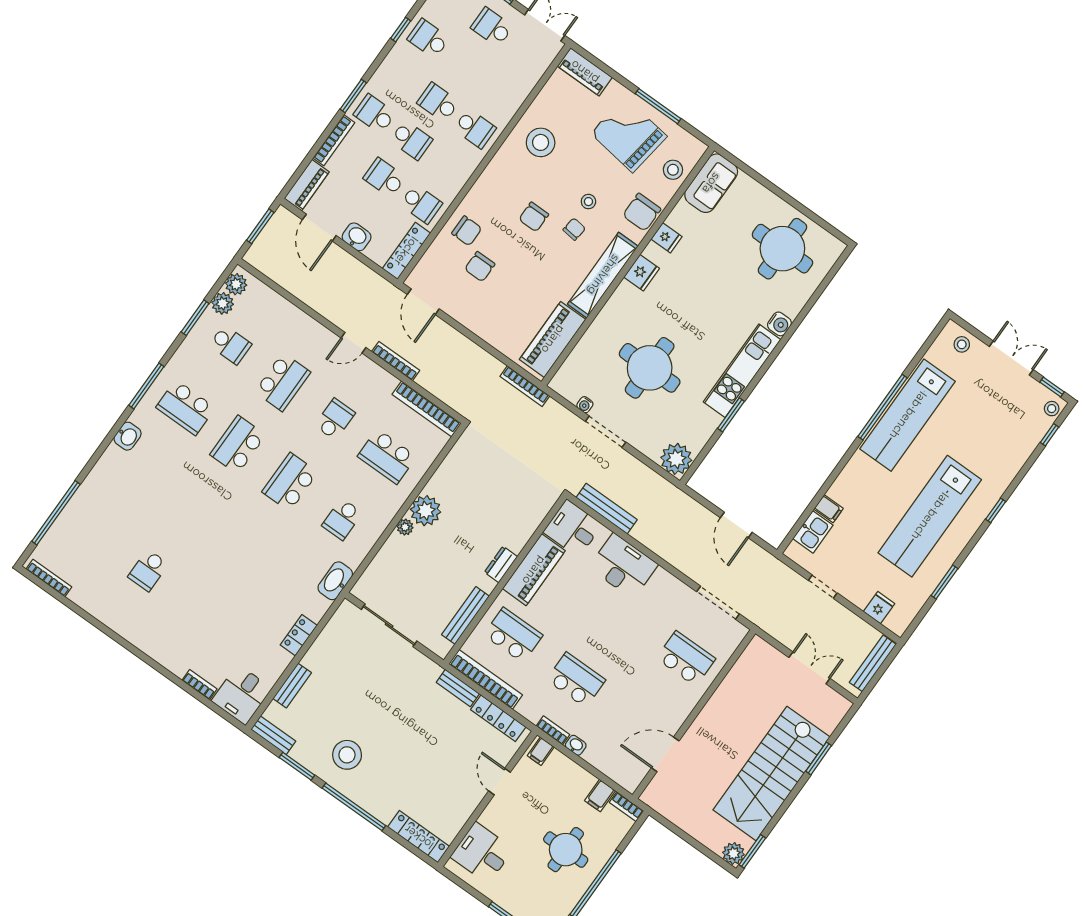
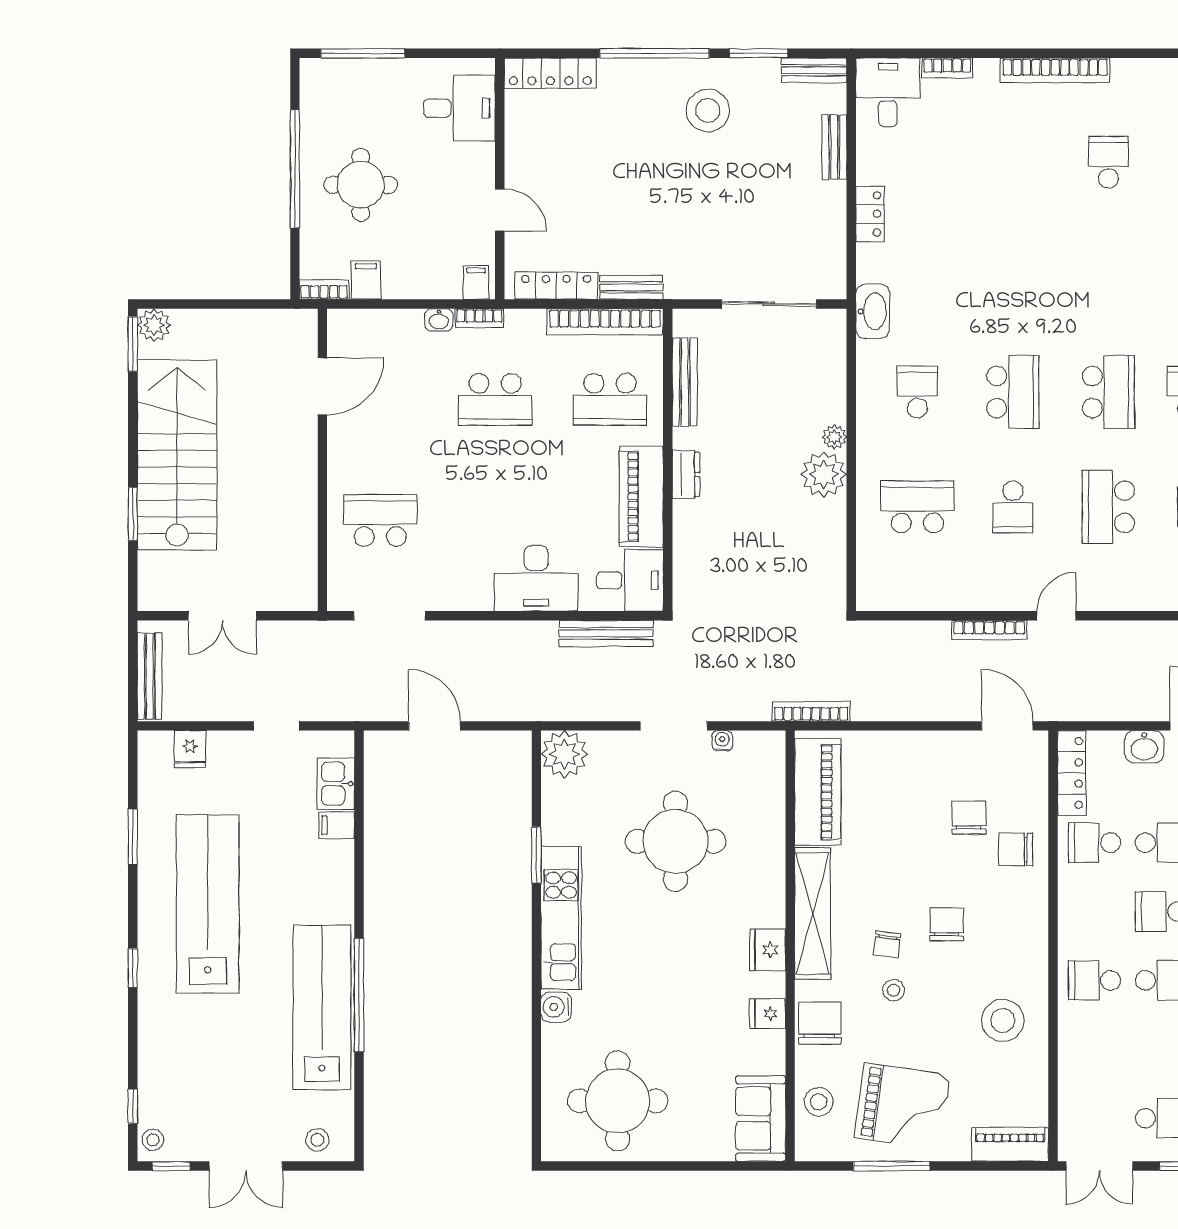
bookcase: (427, 409) -> (1055, 70), moved, turned 180
school desk: (686, 659) -> (380, 520), turned 180

